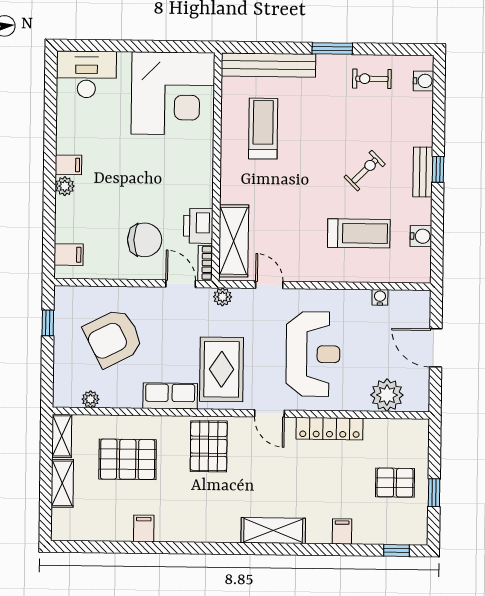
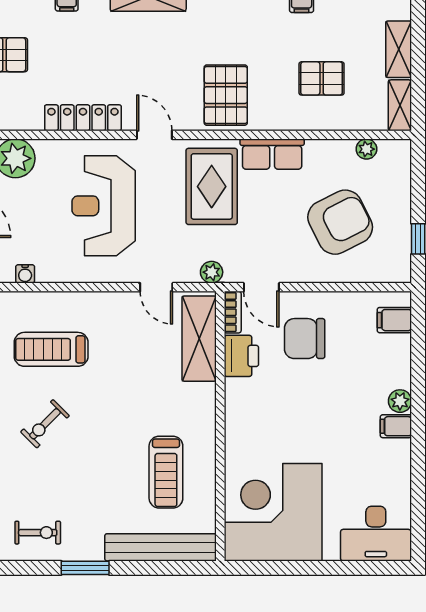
pallet: (128, 459) -> (322, 78), width x0.67, depth x0.71

